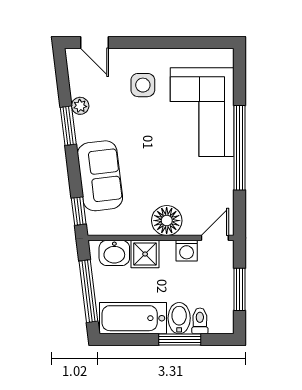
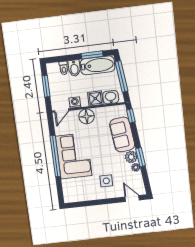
corner sofa: (202, 112) -> (74, 156), moved
plant: (87, 128) -> (131, 157), added
window: (180, 340) -> (92, 55), moved

